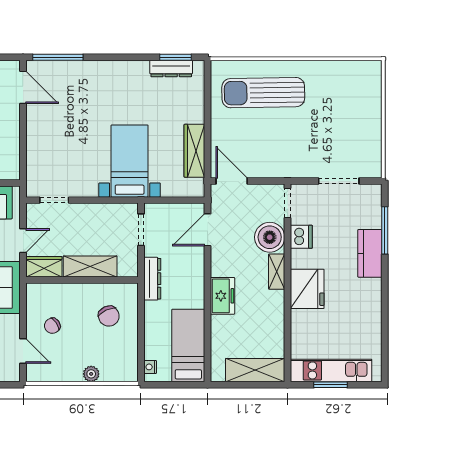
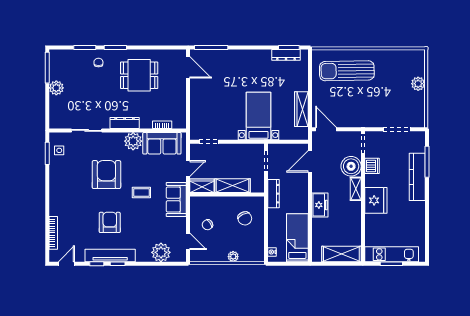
plant: (371, 112) -> (418, 84), added
kitchen counter: (370, 253) -> (417, 177), width x1.50

